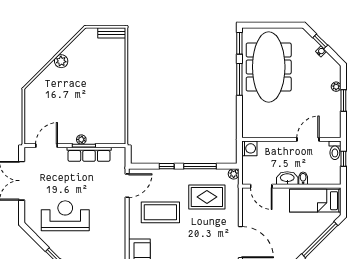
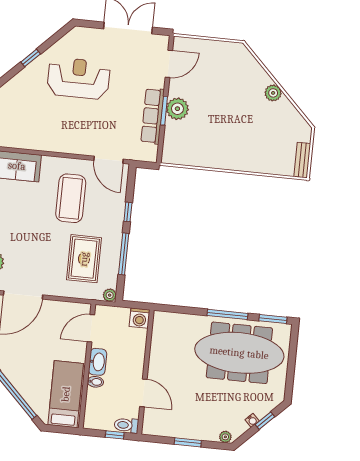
plant: (336, 87) -> (225, 437), moved
plant: (81, 139) -> (177, 109), width x1.87, depth x1.87
door: (47, 146) -> (169, 64), hinge flipped
reception desk: (65, 216) -> (79, 78), turned -90

